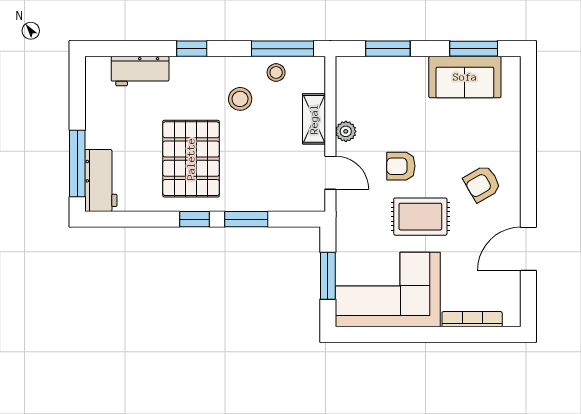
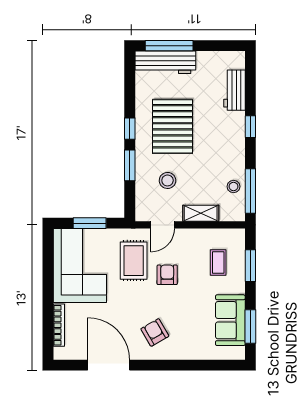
coffee table: (383, 94) -> (218, 263), added
stool: (240, 99) -> (168, 180), moved
plant: (346, 131) -> (192, 236), removed
pallet: (191, 159) -> (172, 126), turned 90
workbench: (101, 180) -> (165, 62), width x1.38
rug: (420, 217) -> (134, 261), moved
door: (528, 249) -> (109, 365), width x1.36

